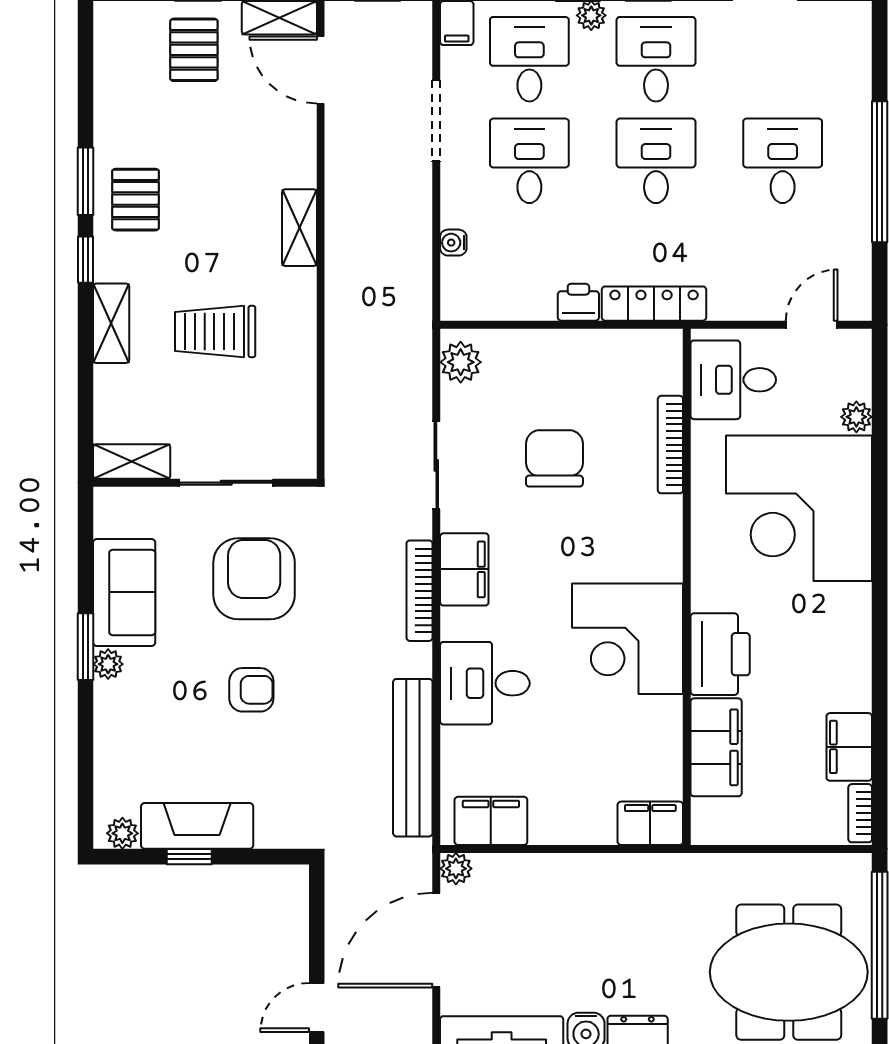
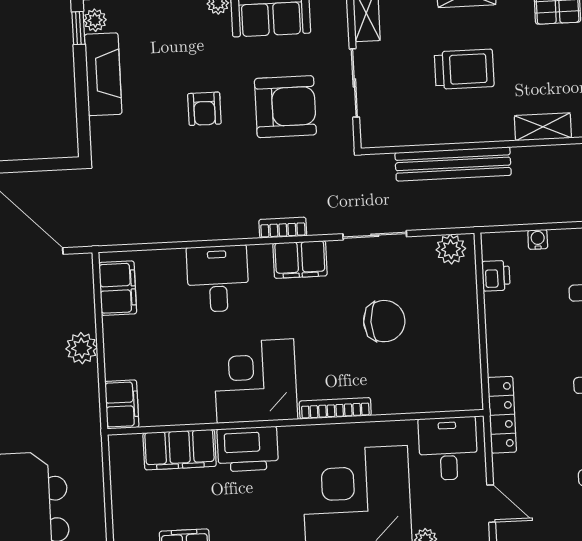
printer: (578, 302) -> (496, 276), moved
locker: (654, 304) -> (502, 415), moved
trolley: (215, 331) -> (464, 69), turned 90
bookcase: (670, 445) -> (335, 408), moved
bookcase: (420, 591) -> (283, 228), width x0.64
bench: (413, 758) -> (453, 164), moved
window: (189, 857) -> (78, 28), moved
plant: (456, 869) -> (82, 348), moved, width x1.38, depth x1.38

